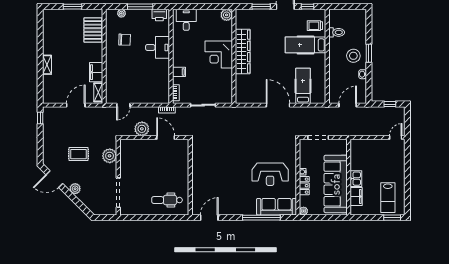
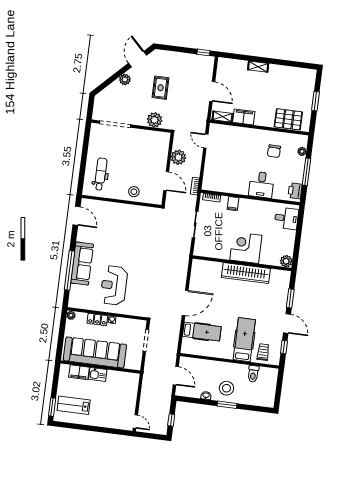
door: (166, 137) -> (166, 181), hinge flipped
stool: (180, 167) -> (134, 192), added
sofa: (277, 207) -> (82, 264), moved

